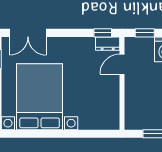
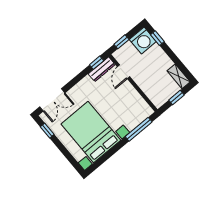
dresser: (108, 44) -> (102, 69), width x1.44
window: (89, 134) -> (139, 129), added

